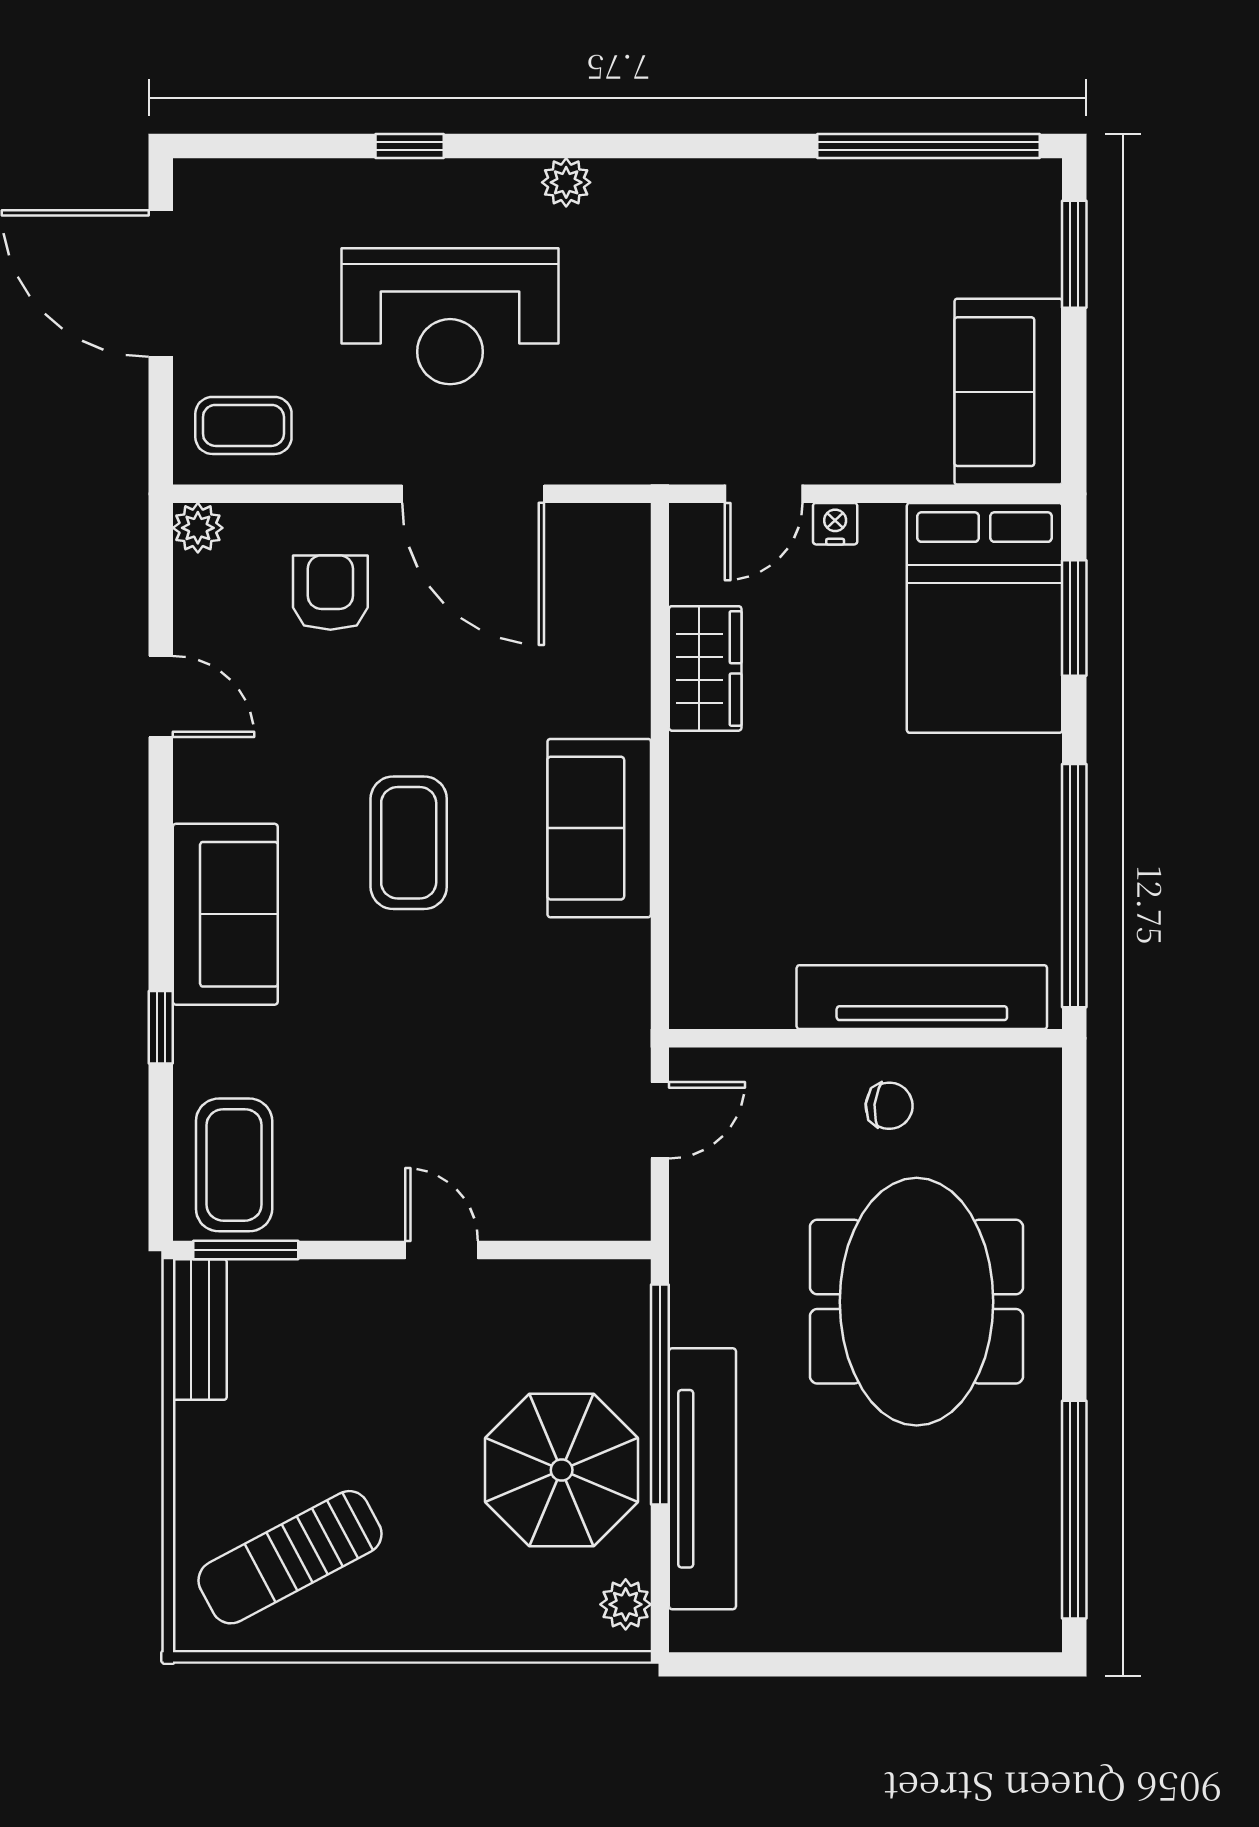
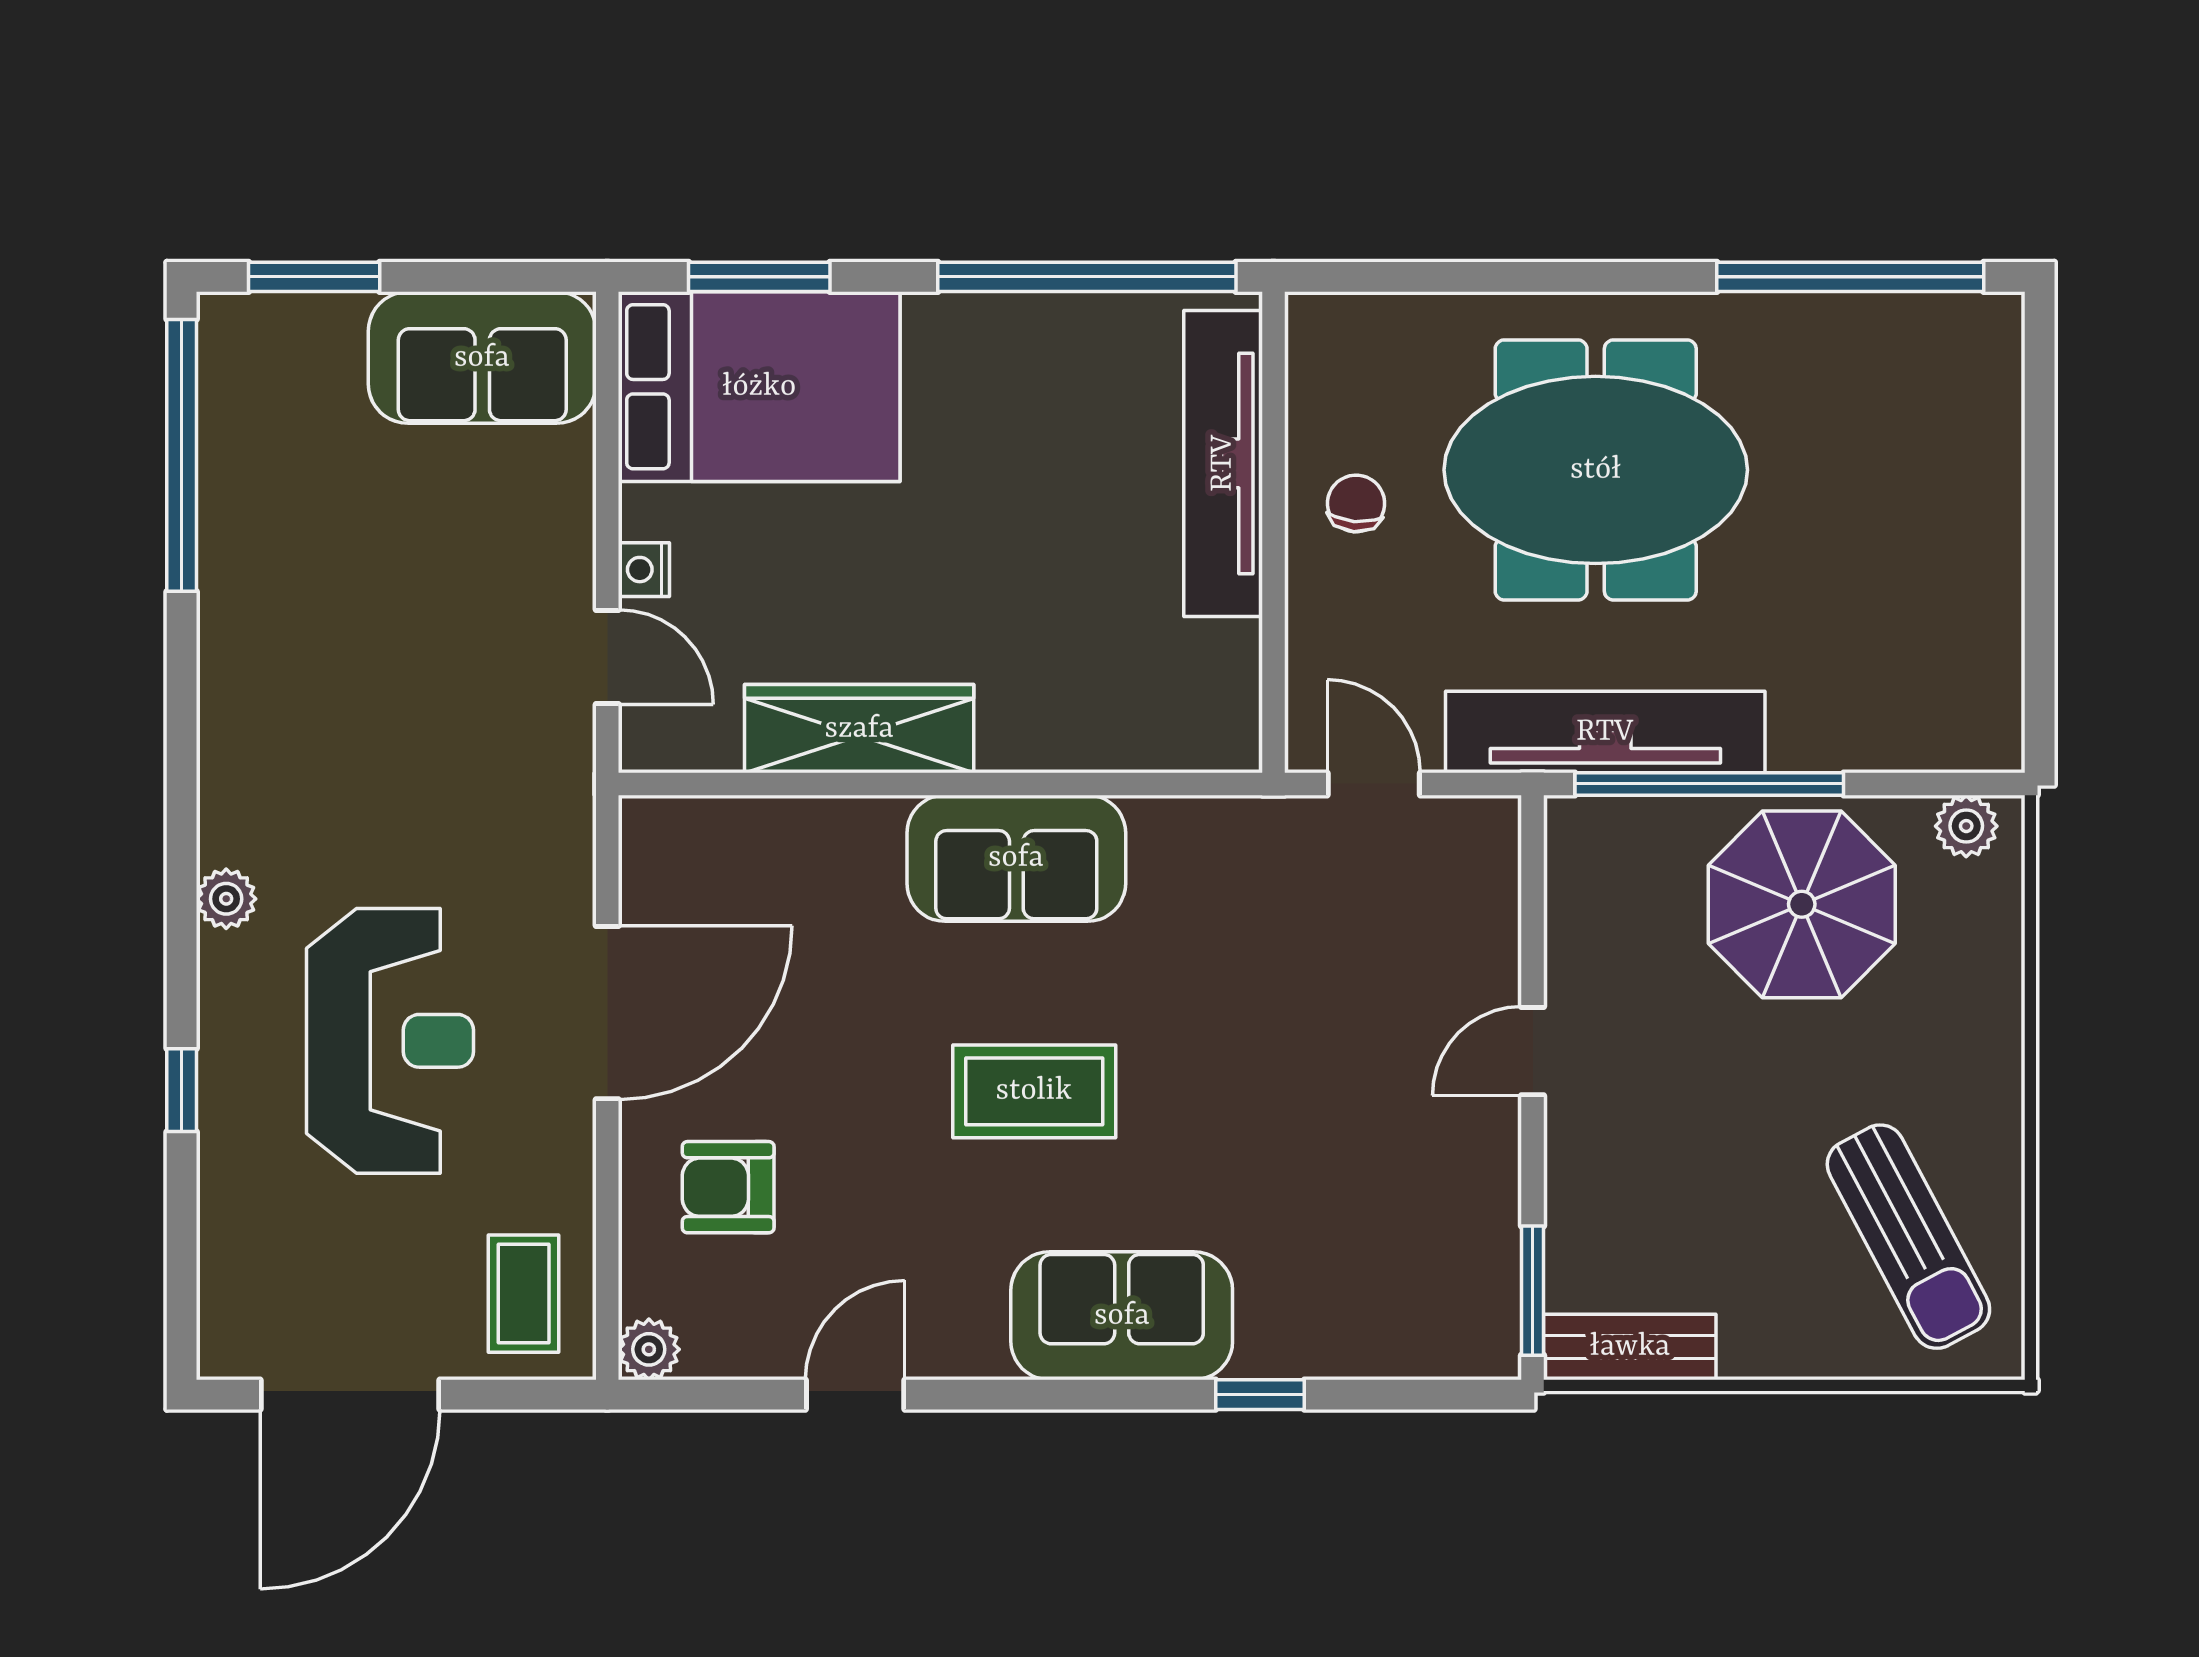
wardrobe: (705, 668) -> (859, 729), width x1.50
coffee table: (234, 1165) -> (1428, 1305), removed
tv unit: (702, 1479) -> (1605, 732), moved

